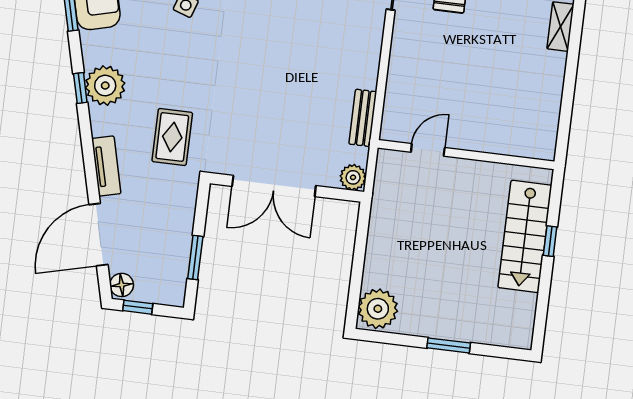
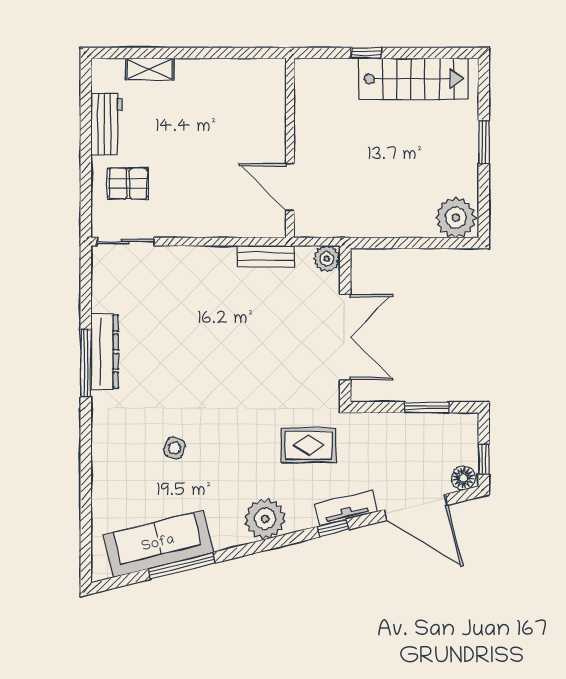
window: (80, 88) -> (333, 528), moved
door: (428, 150) -> (290, 187), width x1.38
stairs: (525, 236) -> (413, 79), moved

